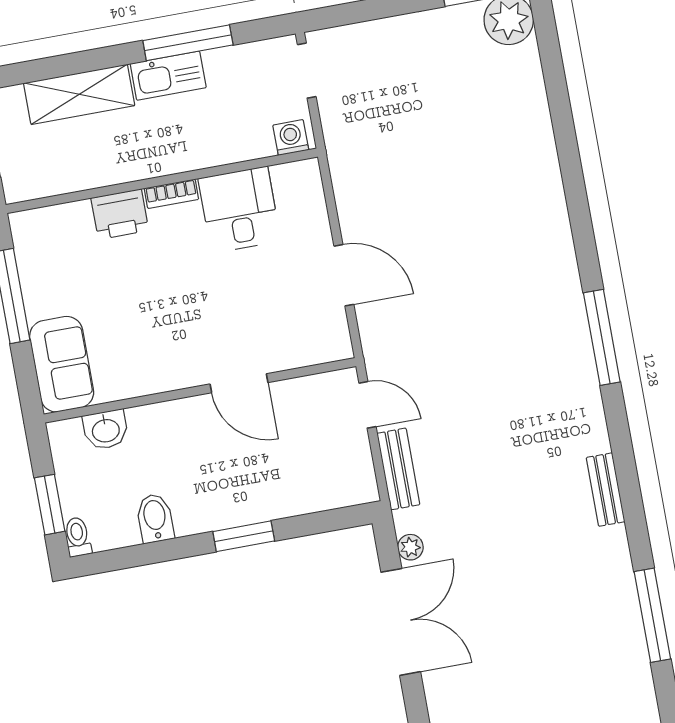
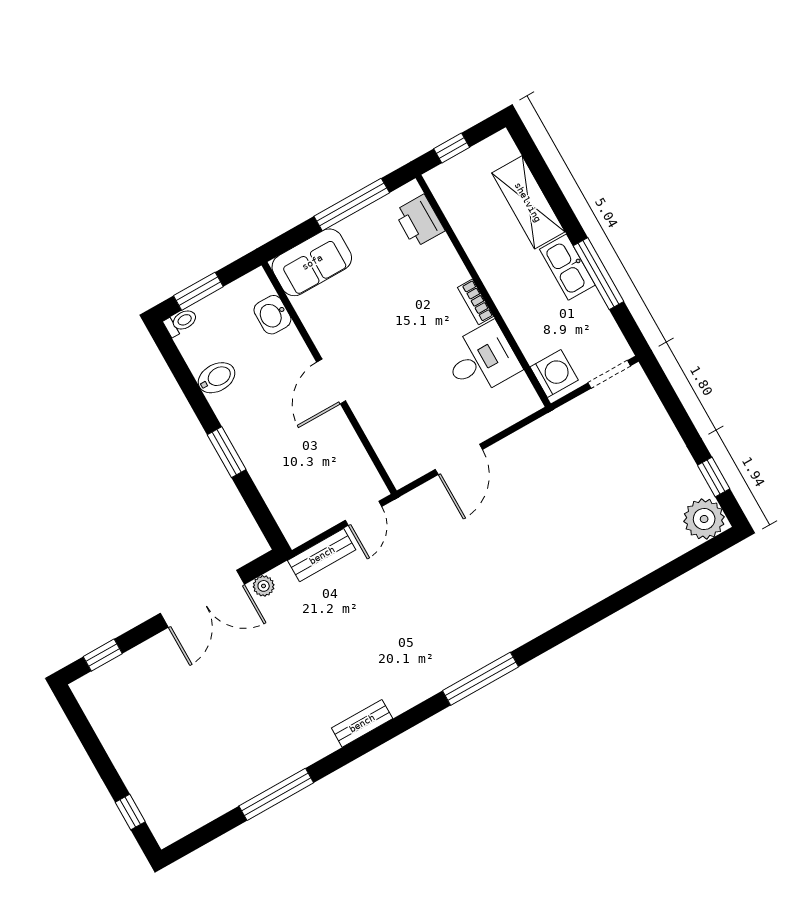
washing machine: (291, 138) -> (554, 374), width x1.38, depth x1.38
printer: (120, 214) -> (419, 221), moved
door: (239, 383) -> (331, 382), moved

